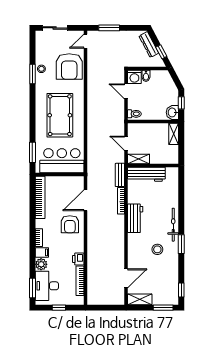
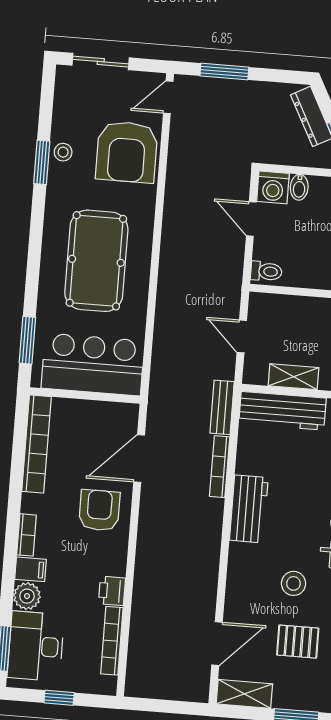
shelving: (139, 159) -> (294, 377), moved
armchair: (70, 224) -> (99, 510), turned 180
pallet: (161, 275) -> (298, 642), added

